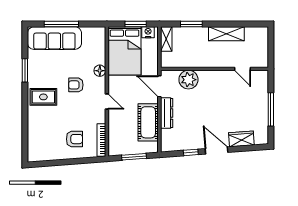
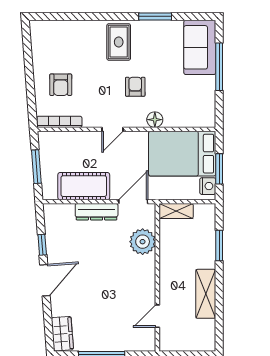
sofa: (54, 38) -> (200, 47), width x0.73
shelving: (166, 39) -> (176, 211), moved
wardrobe: (241, 139) -> (62, 334), moved

